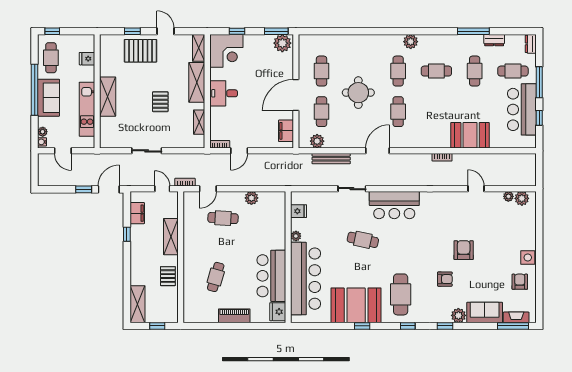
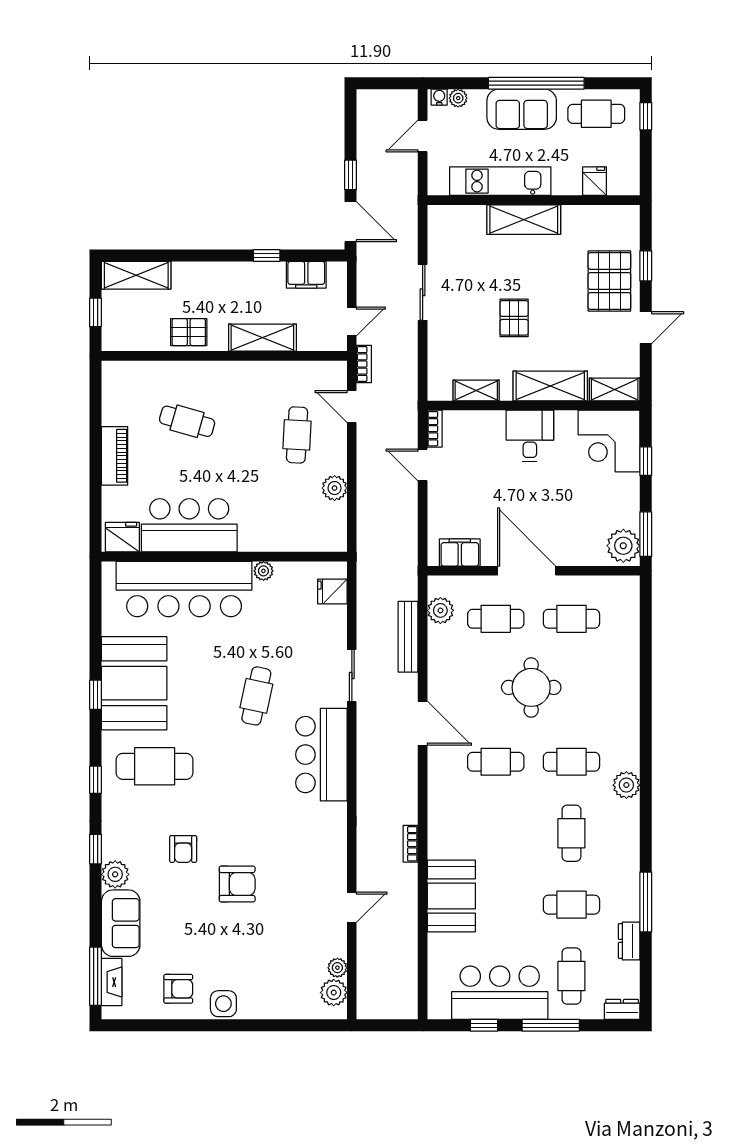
pallet: (160, 102) -> (514, 318), turned 90
fridge: (299, 211) -> (332, 592), moved, turned 90

